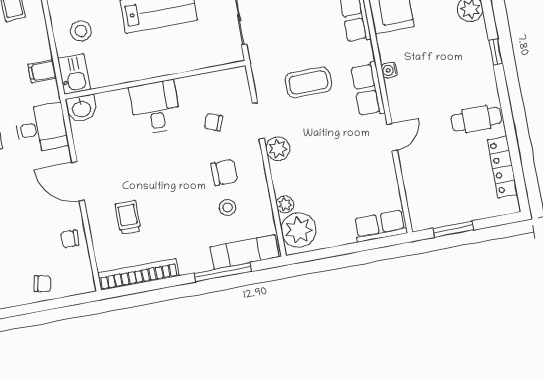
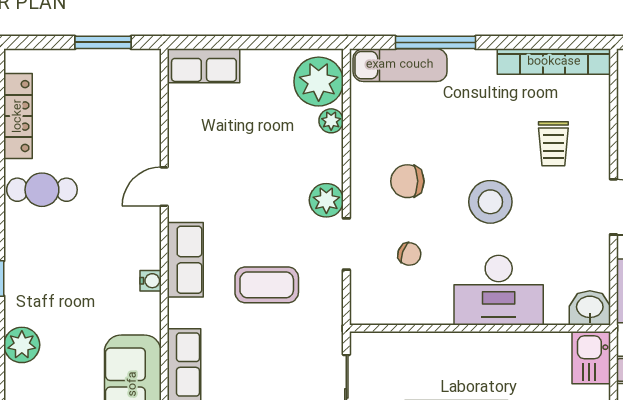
desk: (155, 107) -> (499, 290), width x1.37
stool: (228, 208) -> (490, 202), moved, width x1.89, depth x1.89

